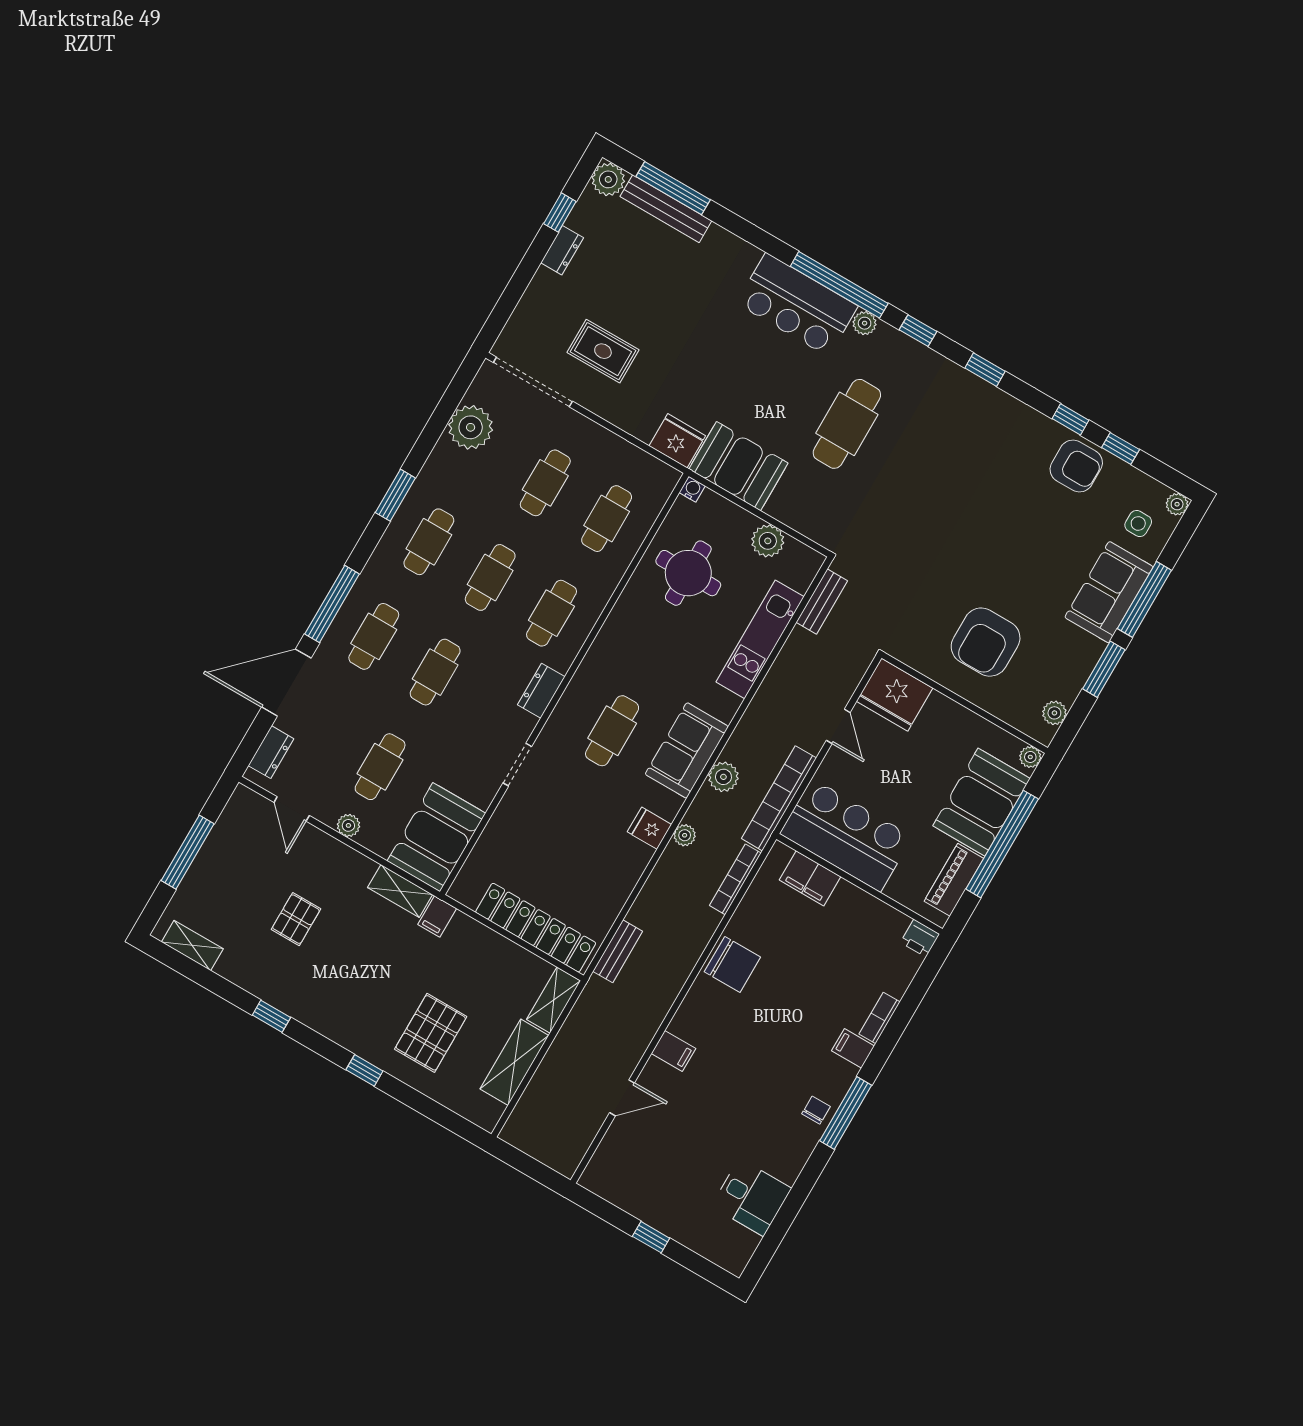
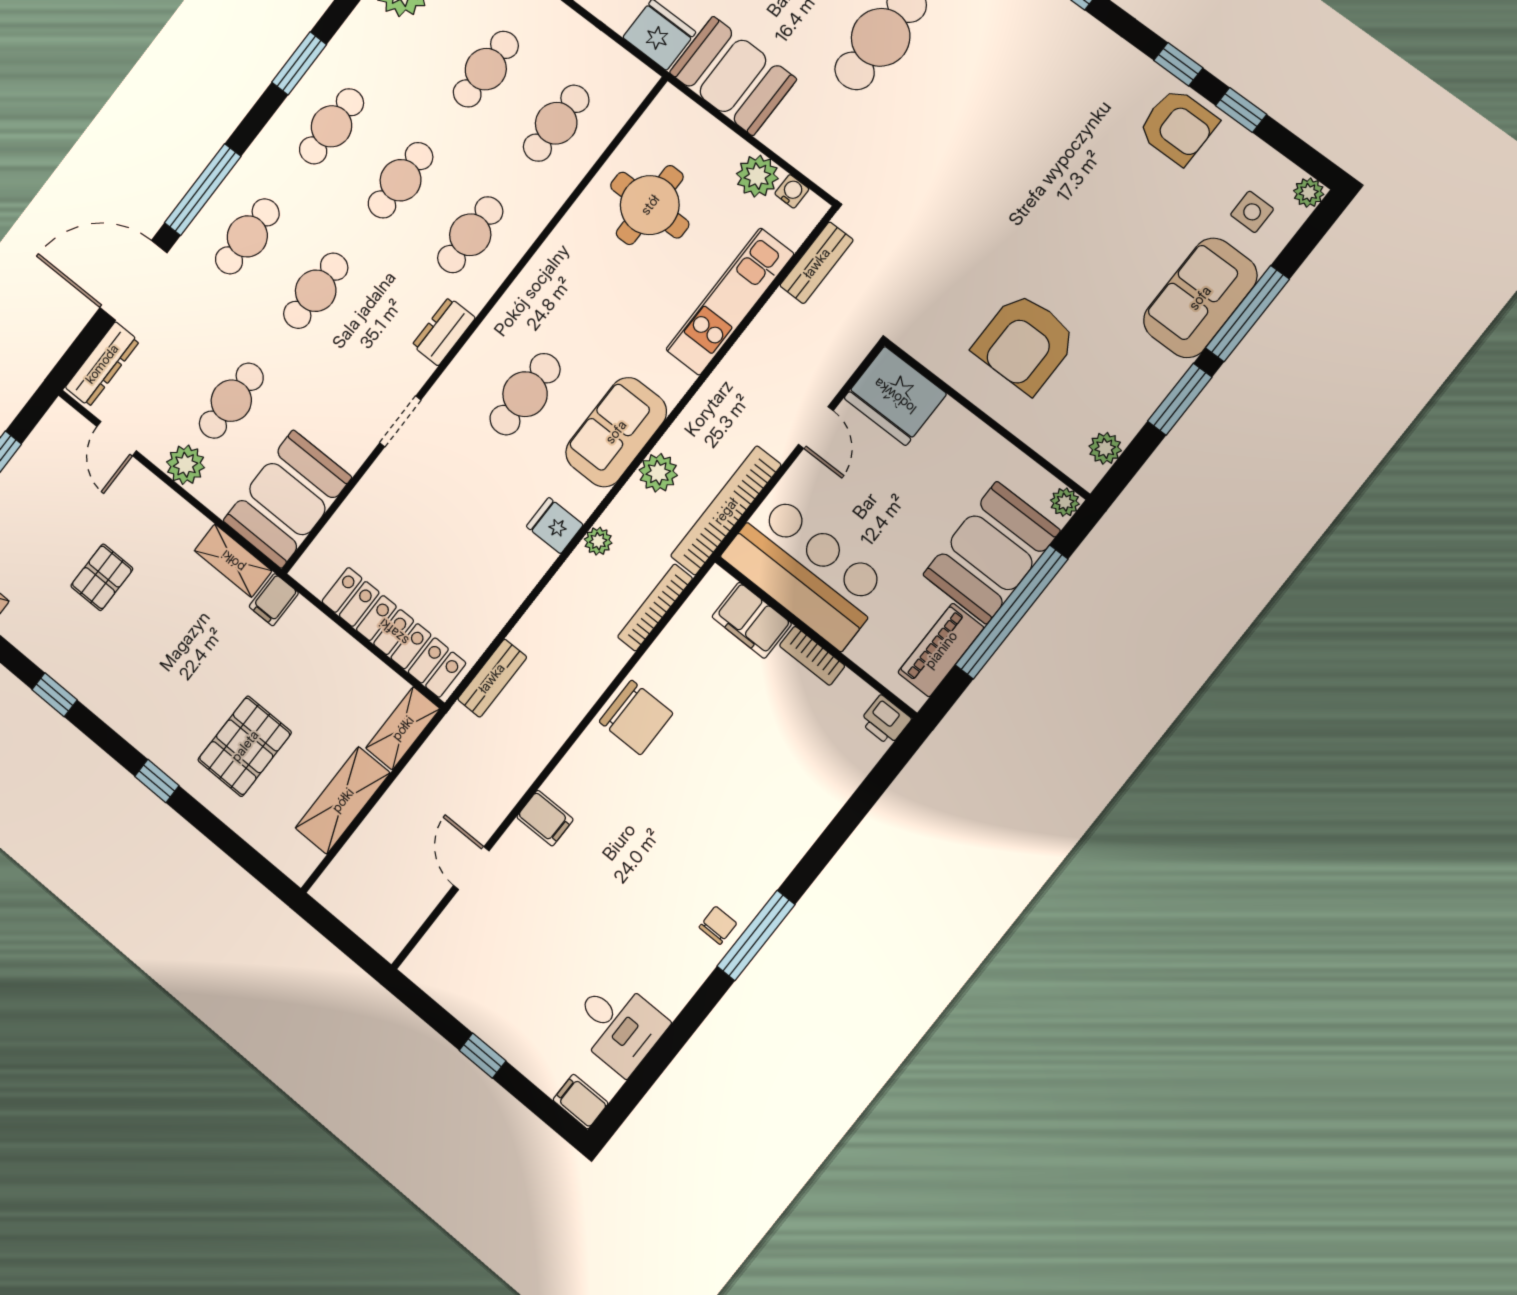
water cooler: (692, 489) -> (792, 191), moved
dresser: (271, 752) -> (102, 364), width x1.44
plant: (348, 825) -> (186, 465), width x1.38, depth x1.38
bookcase: (880, 1018) -> (812, 656), moved, turned -90
filing cabinet: (853, 1048) -> (581, 1102), moved
door: (622, 1098) -> (471, 868), swing flipped

